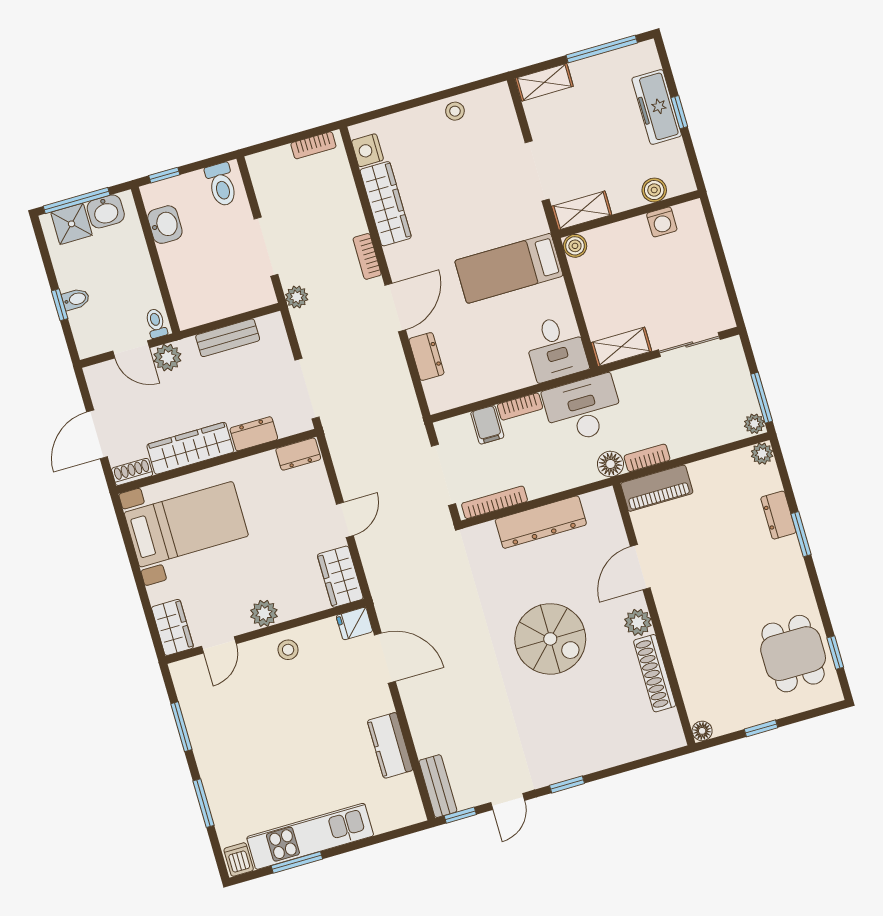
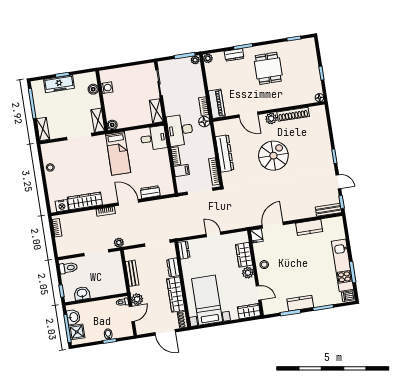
wardrobe: (340, 577) -> (244, 255), moved, turned 90
dining table: (793, 654) -> (268, 68), moved, turned 90
kitchen counter: (207, 747) -> (300, 303), added

